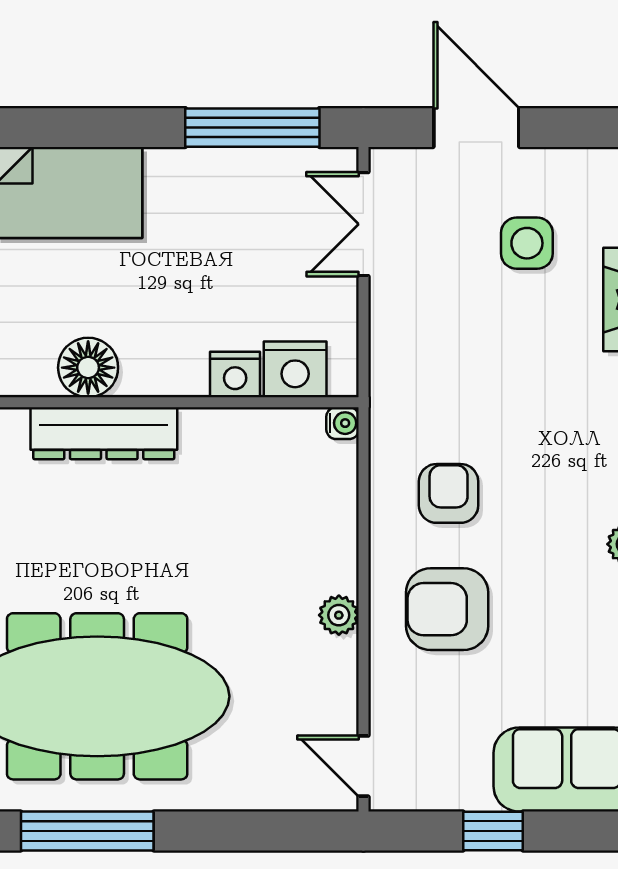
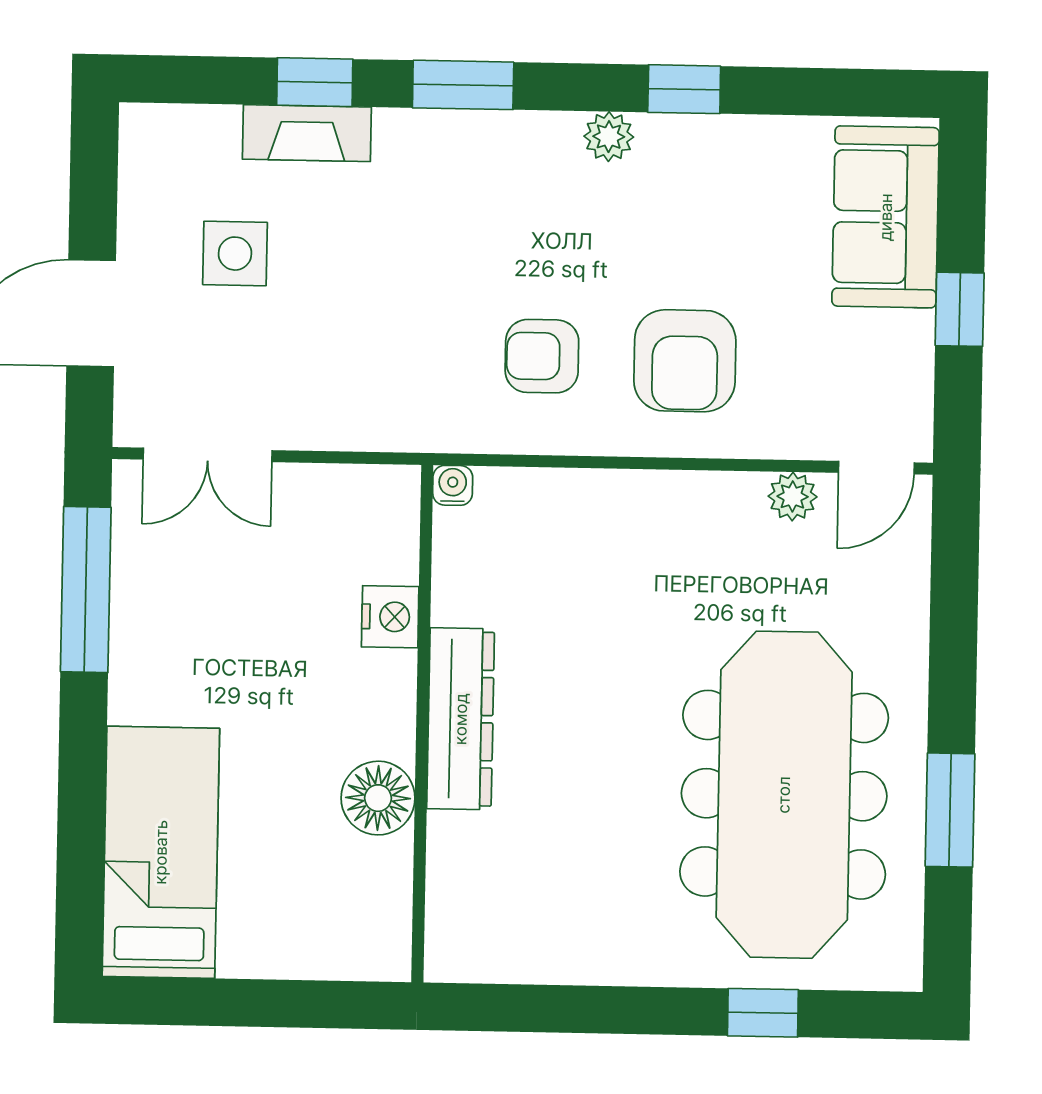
nightstand: (295, 369) -> (385, 543), removed
dresser: (104, 433) -> (461, 719), moved
plant: (339, 615) -> (793, 496), moved
window: (87, 831) -> (950, 810), width x0.69

